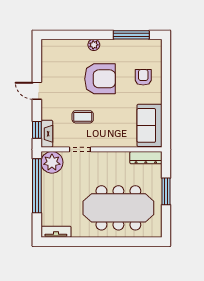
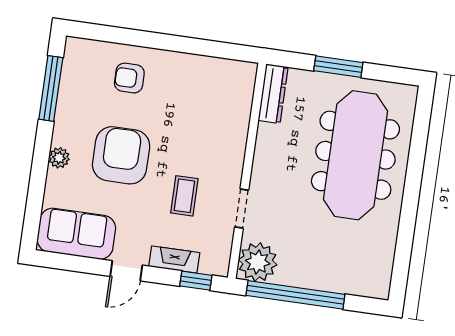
sofa: (149, 125) -> (76, 234), moved, turned 180
fireplace: (47, 134) -> (174, 260), moved
tv unit: (56, 232) -> (382, 272), removed

